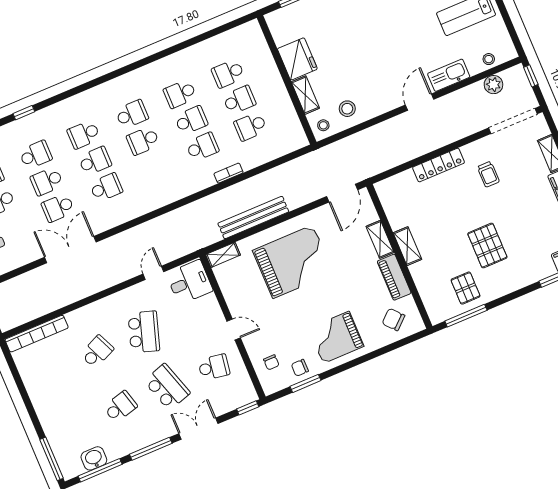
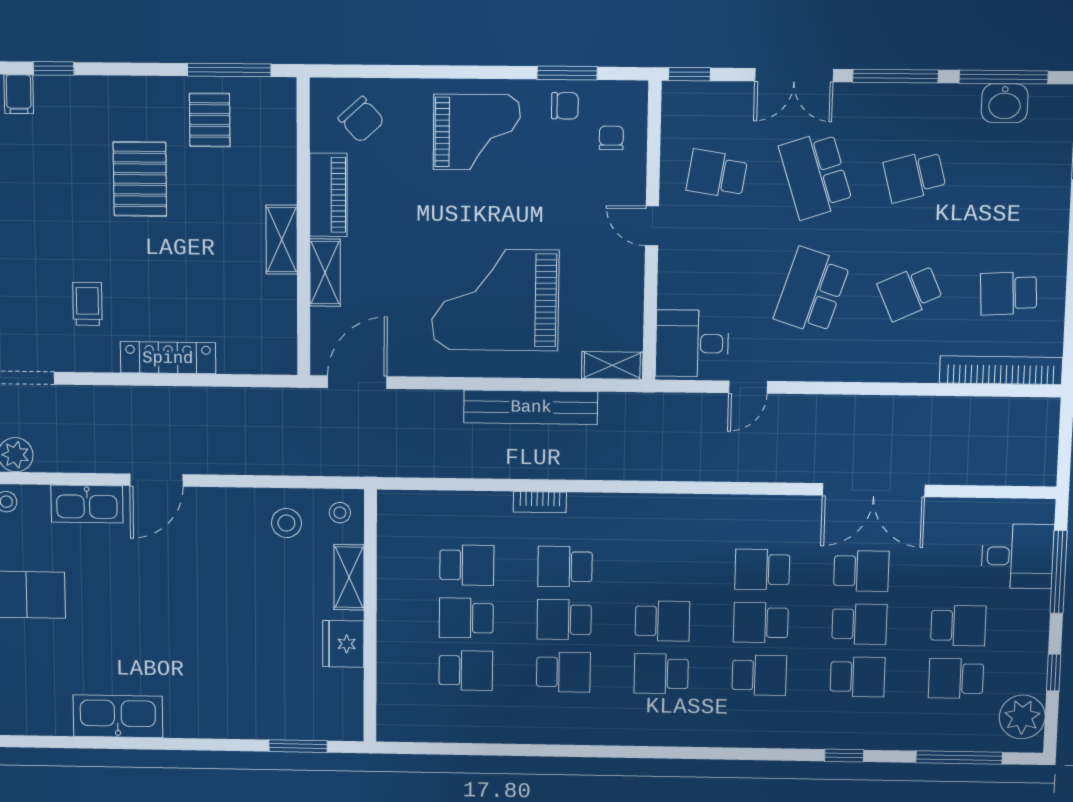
fridge: (297, 59) -> (343, 644), width x0.73, depth x0.75
school desk: (36, 155) -> (858, 677), turned 180
school desk: (50, 371) -> (1009, 293), added

